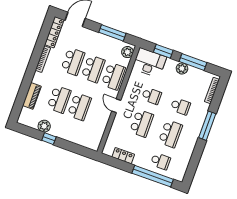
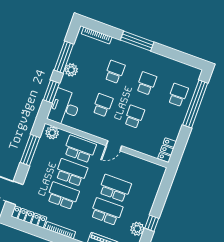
school desk: (142, 123) -> (134, 117), width x0.54
school desk: (170, 134) -> (146, 83), width x0.54
locker: (123, 156) -> (167, 150), moved

